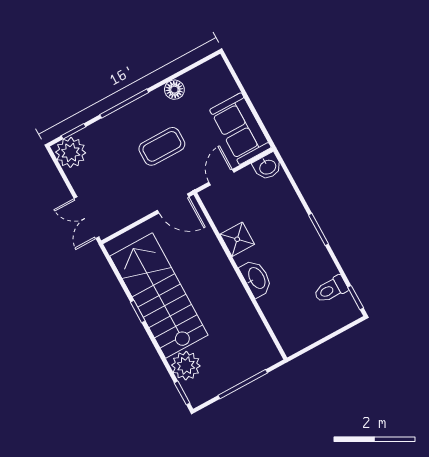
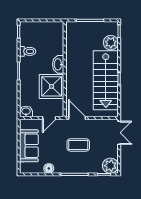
sofa: (240, 129) -> (29, 146), moved
coffee table: (162, 146) -> (78, 145), moved
shower: (237, 239) -> (52, 86), width x1.86, depth x1.86
toilet: (331, 289) -> (28, 51), moved

